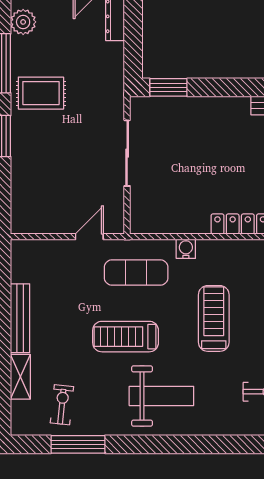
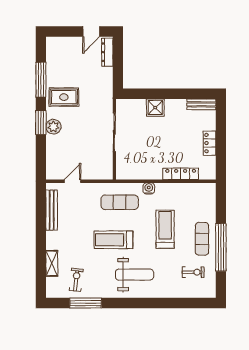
plant: (23, 22) -> (53, 127), moved
window: (168, 87) -> (139, 94), removed
shower: (197, 111) -> (155, 108), added
door: (89, 237) -> (73, 181), moved
bench: (20, 318) -> (52, 210), moved

